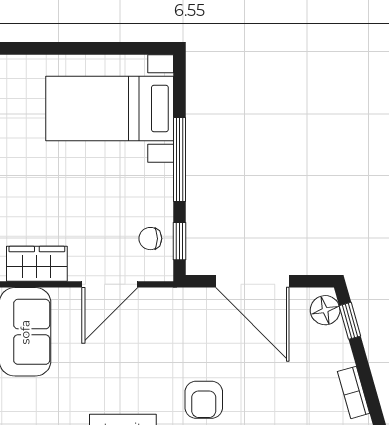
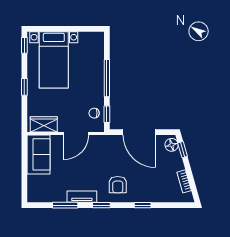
bed with nightstands: (110, 109) -> (54, 60), moved, turned -90

